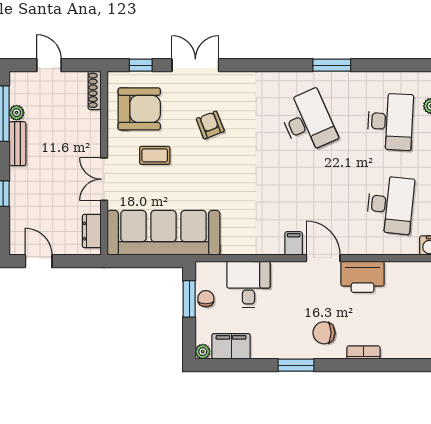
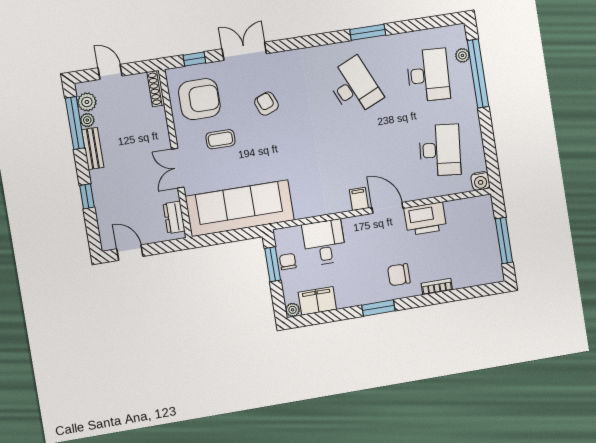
plant: (19, 93) -> (87, 102), added

